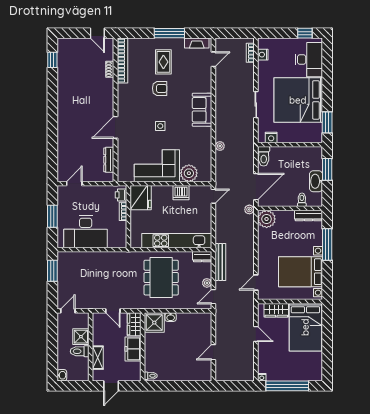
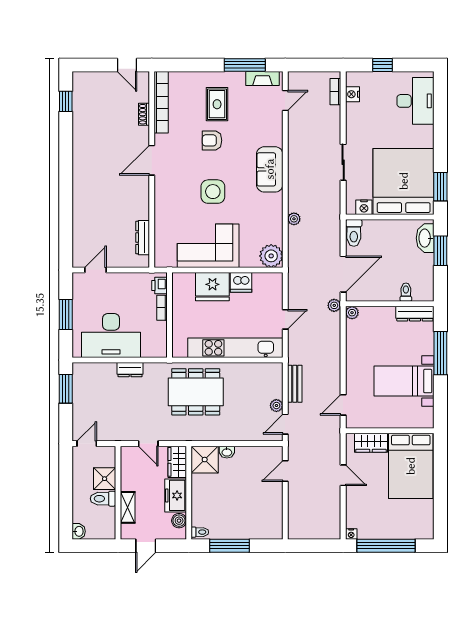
window: (169, 33) -> (245, 65), moved
window: (305, 33) -> (382, 65), moved
armchair: (160, 88) -> (212, 140), turned 180
bed: (298, 100) -> (404, 181), moved, turned 90
side table: (160, 126) -> (213, 192), width x1.87, depth x1.87
door: (115, 127) -> (152, 160), moved
plant: (189, 173) -> (271, 256), moved
washbasin: (316, 181) -> (425, 238), moved
door: (213, 196) -> (285, 319), moved
fridge: (141, 198) -> (212, 287), moved, turned 90
plant: (267, 219) -> (352, 313), width x0.53, depth x0.53
dresser: (202, 257) -> (130, 370), moved
bench: (220, 262) -> (295, 384), width x0.73
bed with nightstands: (301, 272) -> (404, 381), width x0.73
dining table: (161, 278) -> (196, 392), moved, turned 90
door: (213, 352) -> (285, 471), moved
boiler: (135, 367) -> (179, 521), added
window: (172, 386) -> (229, 546), added

